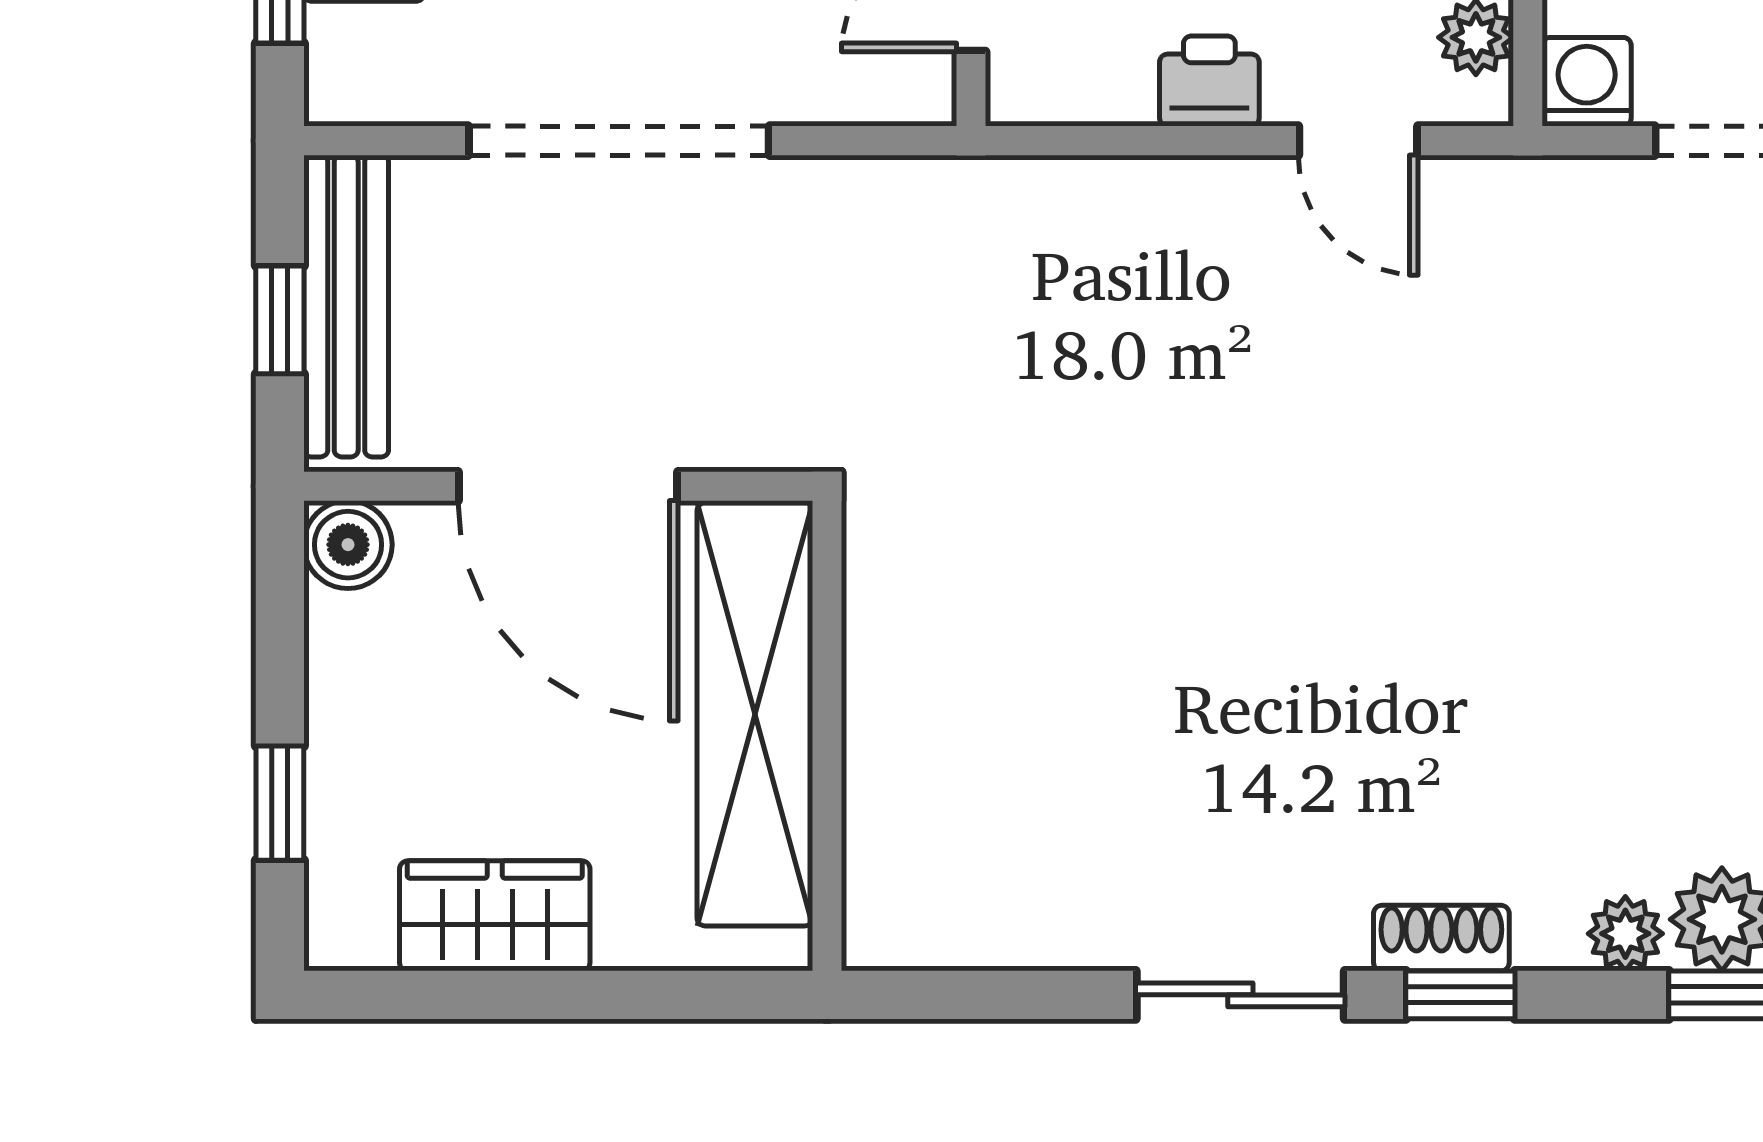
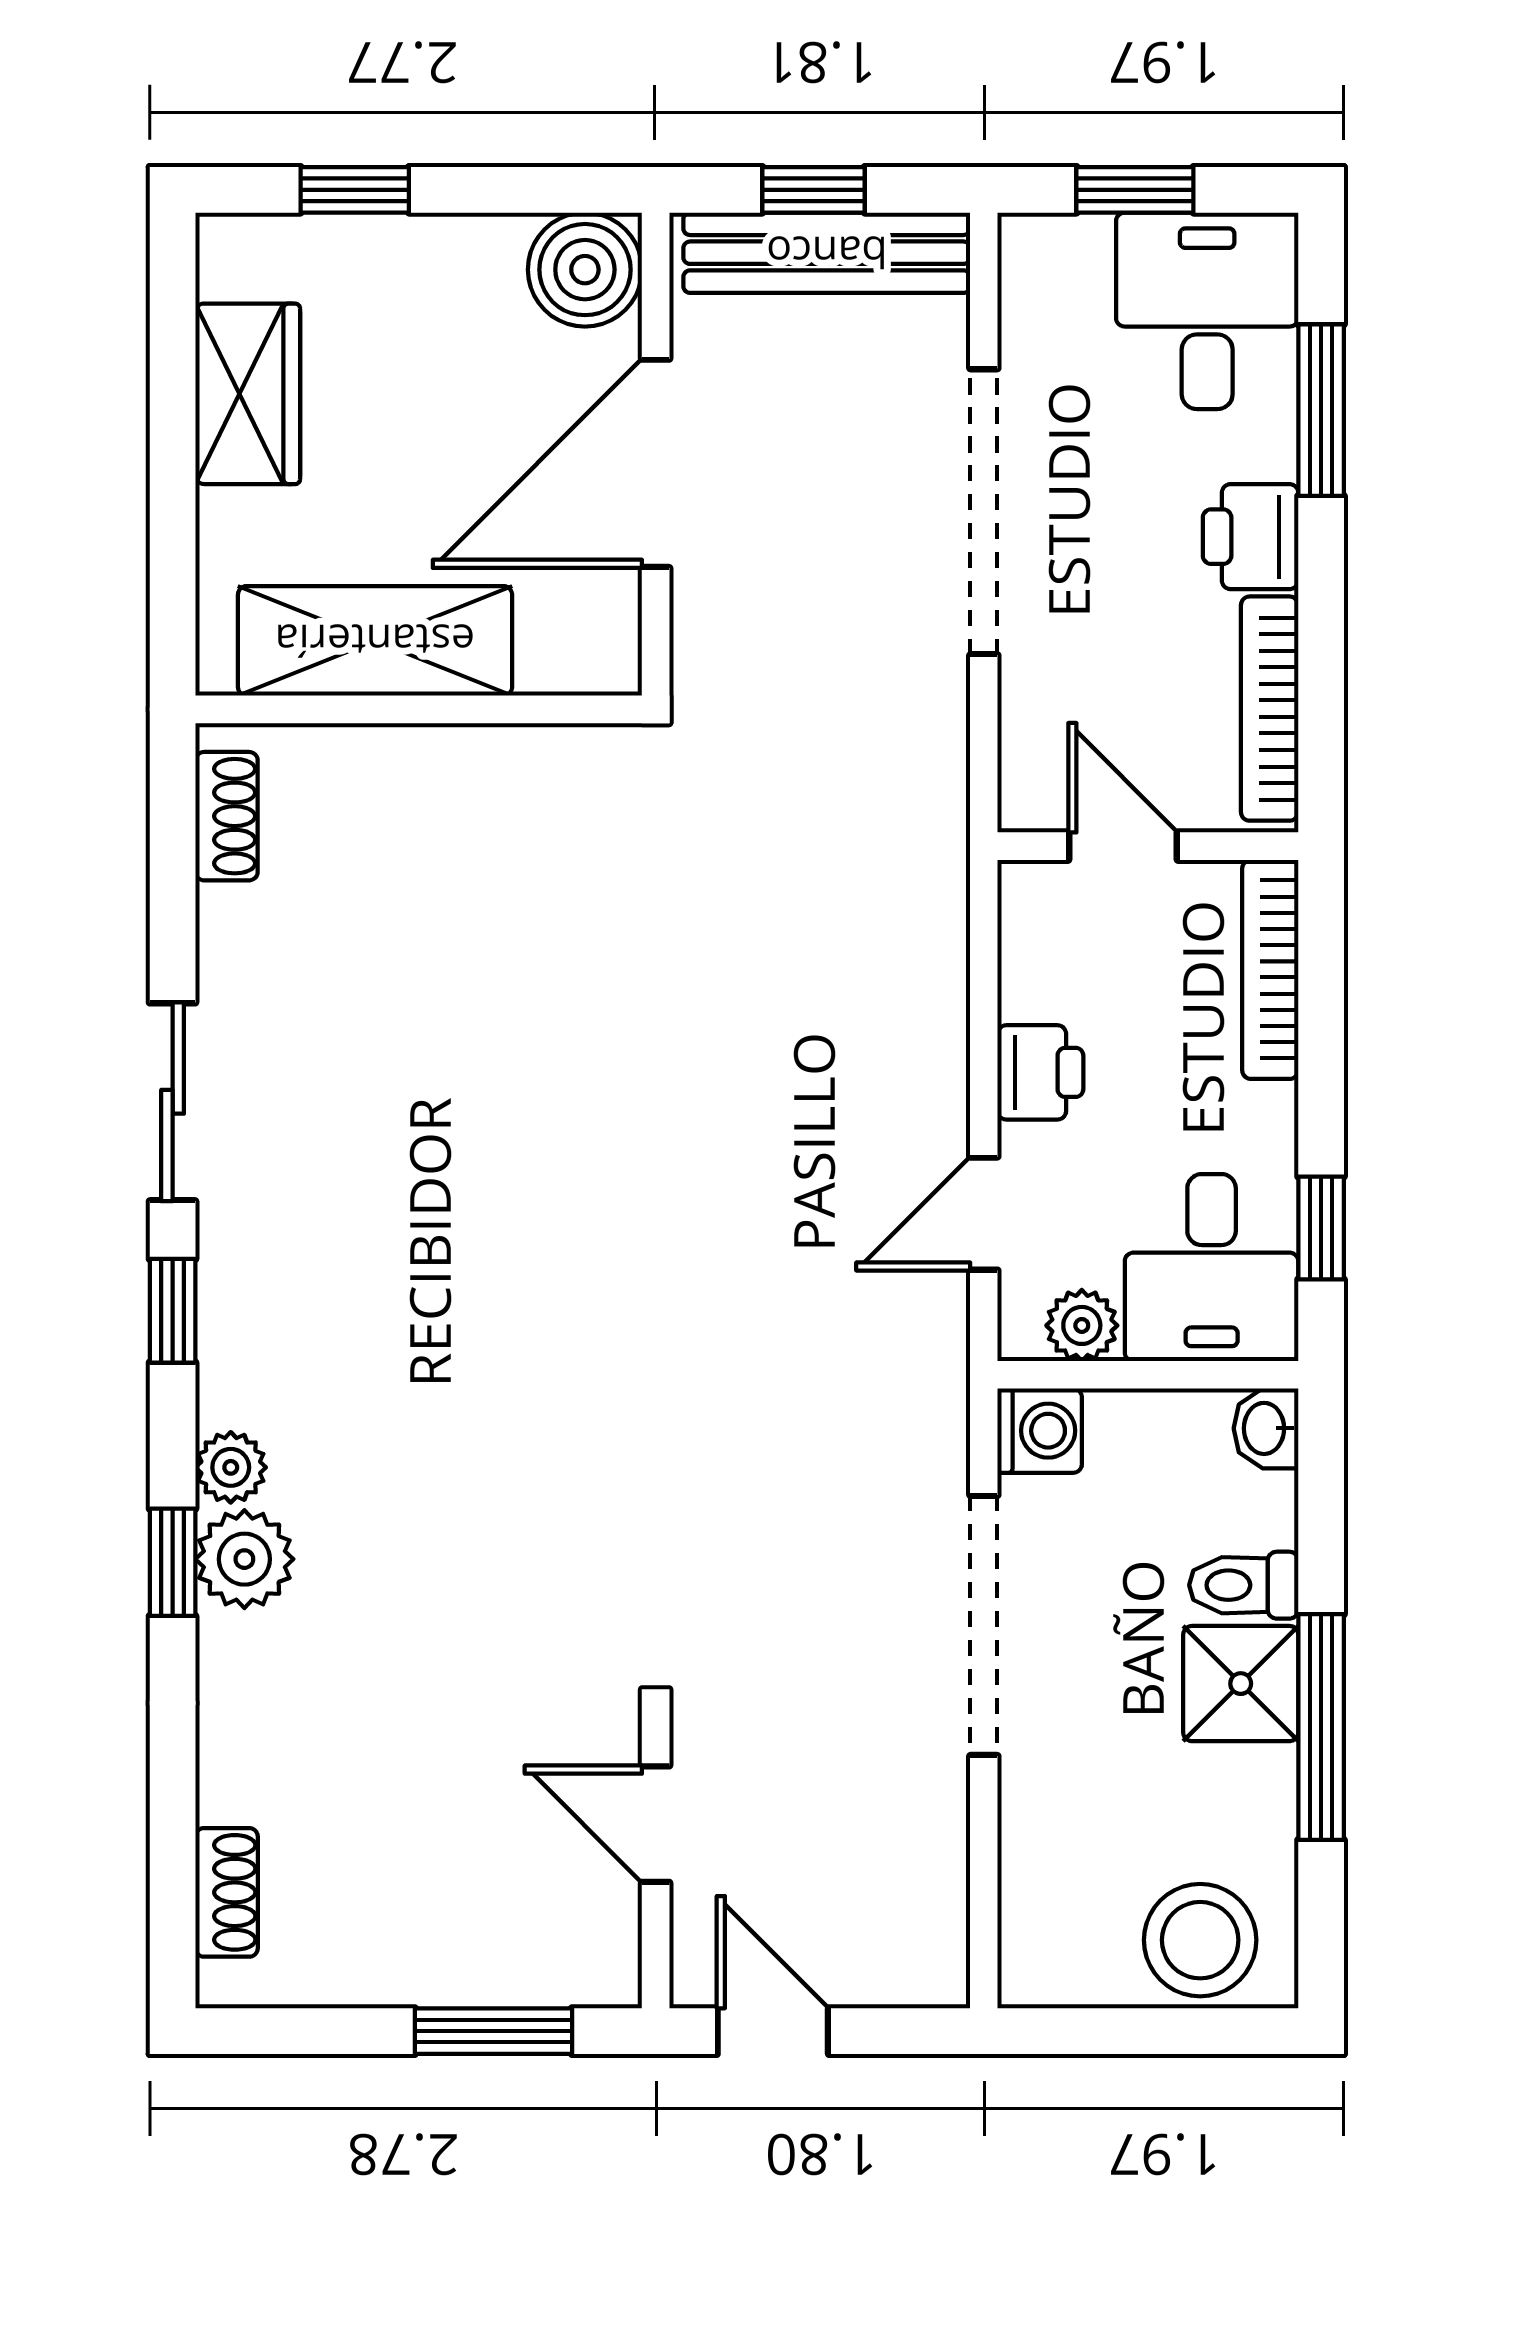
boiler: (348, 545) -> (585, 270), width x1.36, depth x1.36
shelving: (755, 714) -> (375, 641), width x0.68
shoe rack: (1441, 938) -> (227, 816), moved

